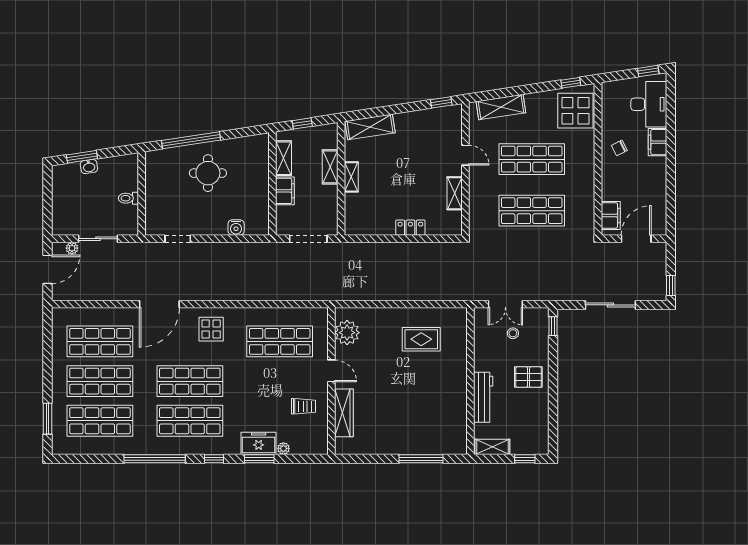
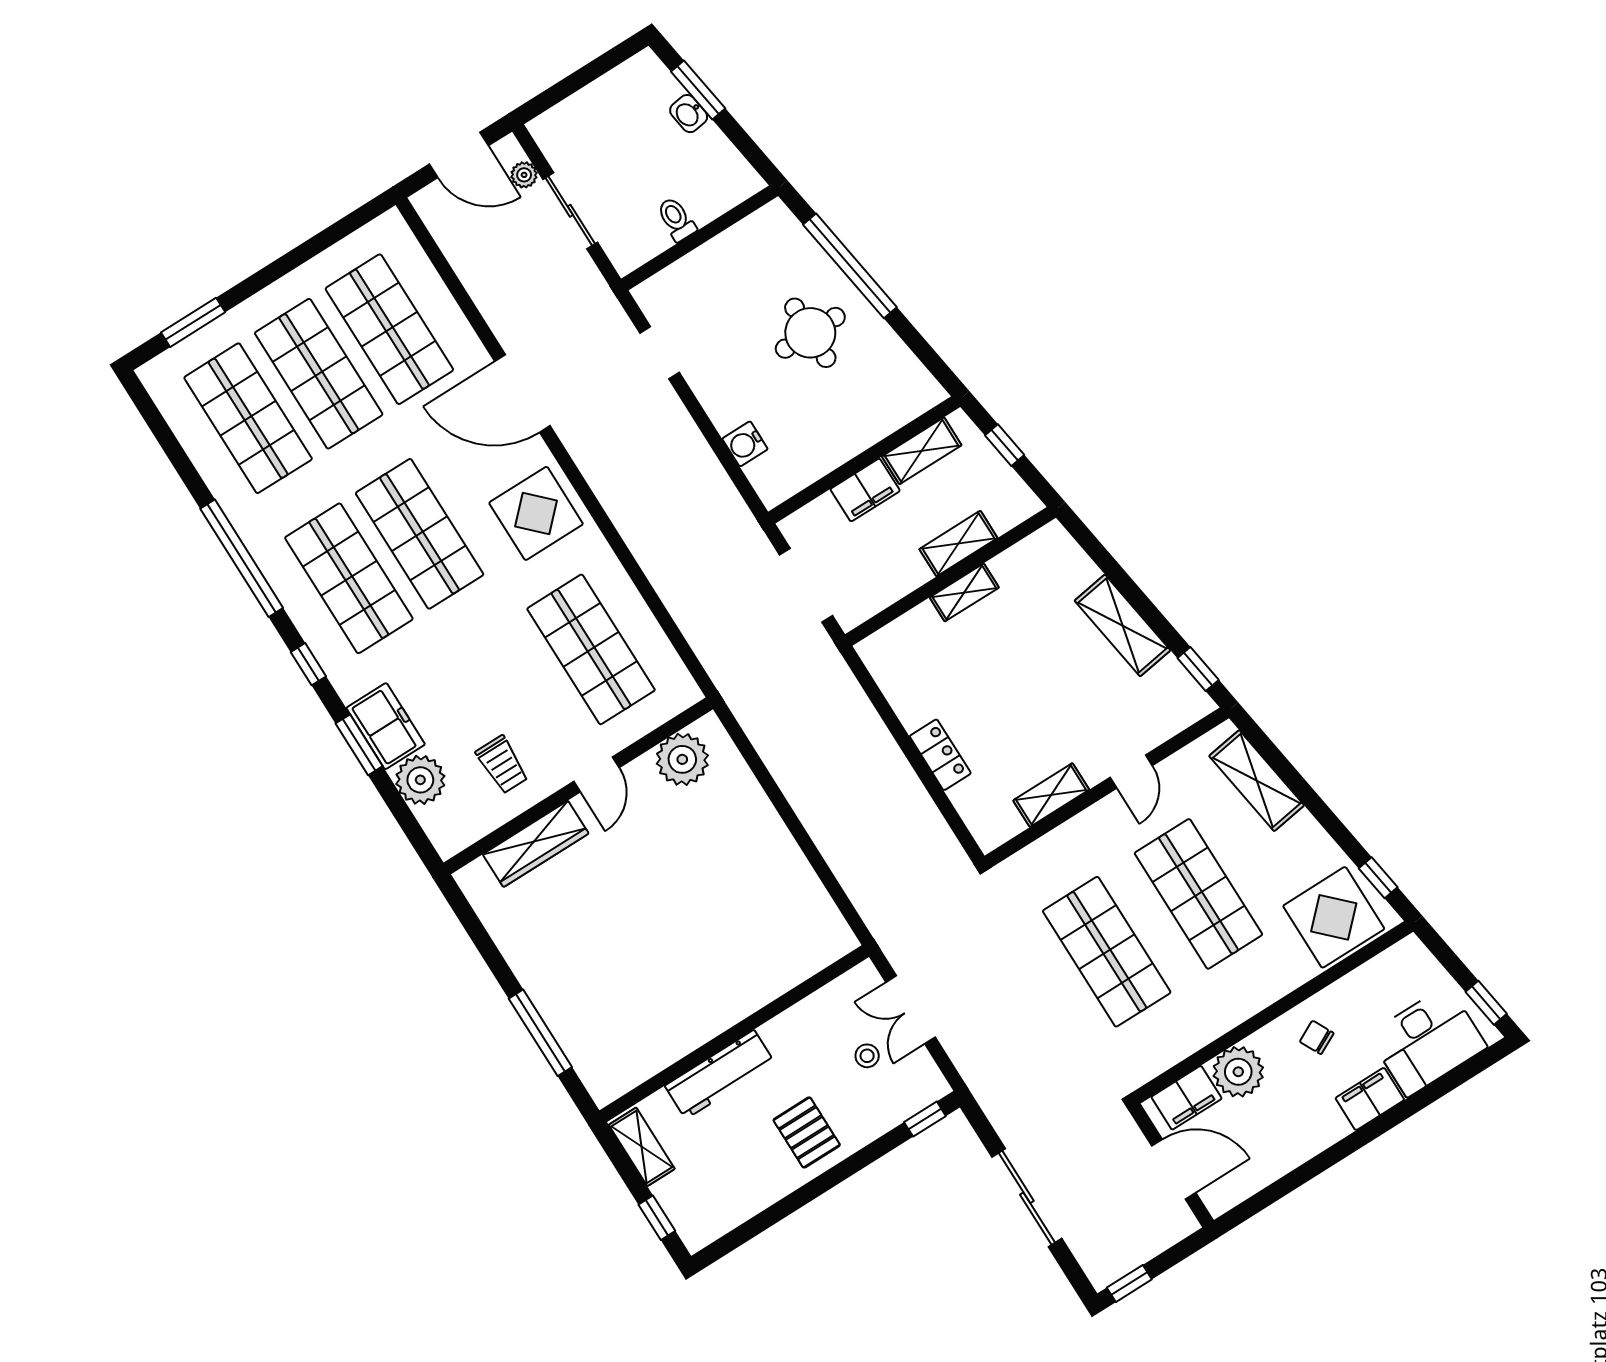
shelving: (370, 127) -> (1122, 625), moved
plant: (613, 188) -> (1238, 1072), added
display table: (211, 329) -> (536, 513), width x1.36, depth x1.36
rug: (421, 339) -> (754, 899), removed
plant: (283, 448) -> (420, 780), width x1.88, depth x1.88

